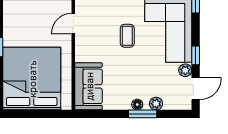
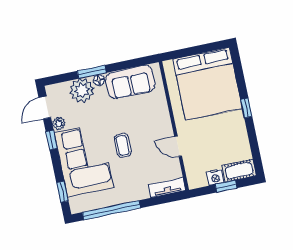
door: (73, 24) -> (178, 146), swing flipped
sofa: (89, 86) -> (130, 82), moved, turned -90
plant: (156, 104) -> (82, 90), width x1.88, depth x1.88

